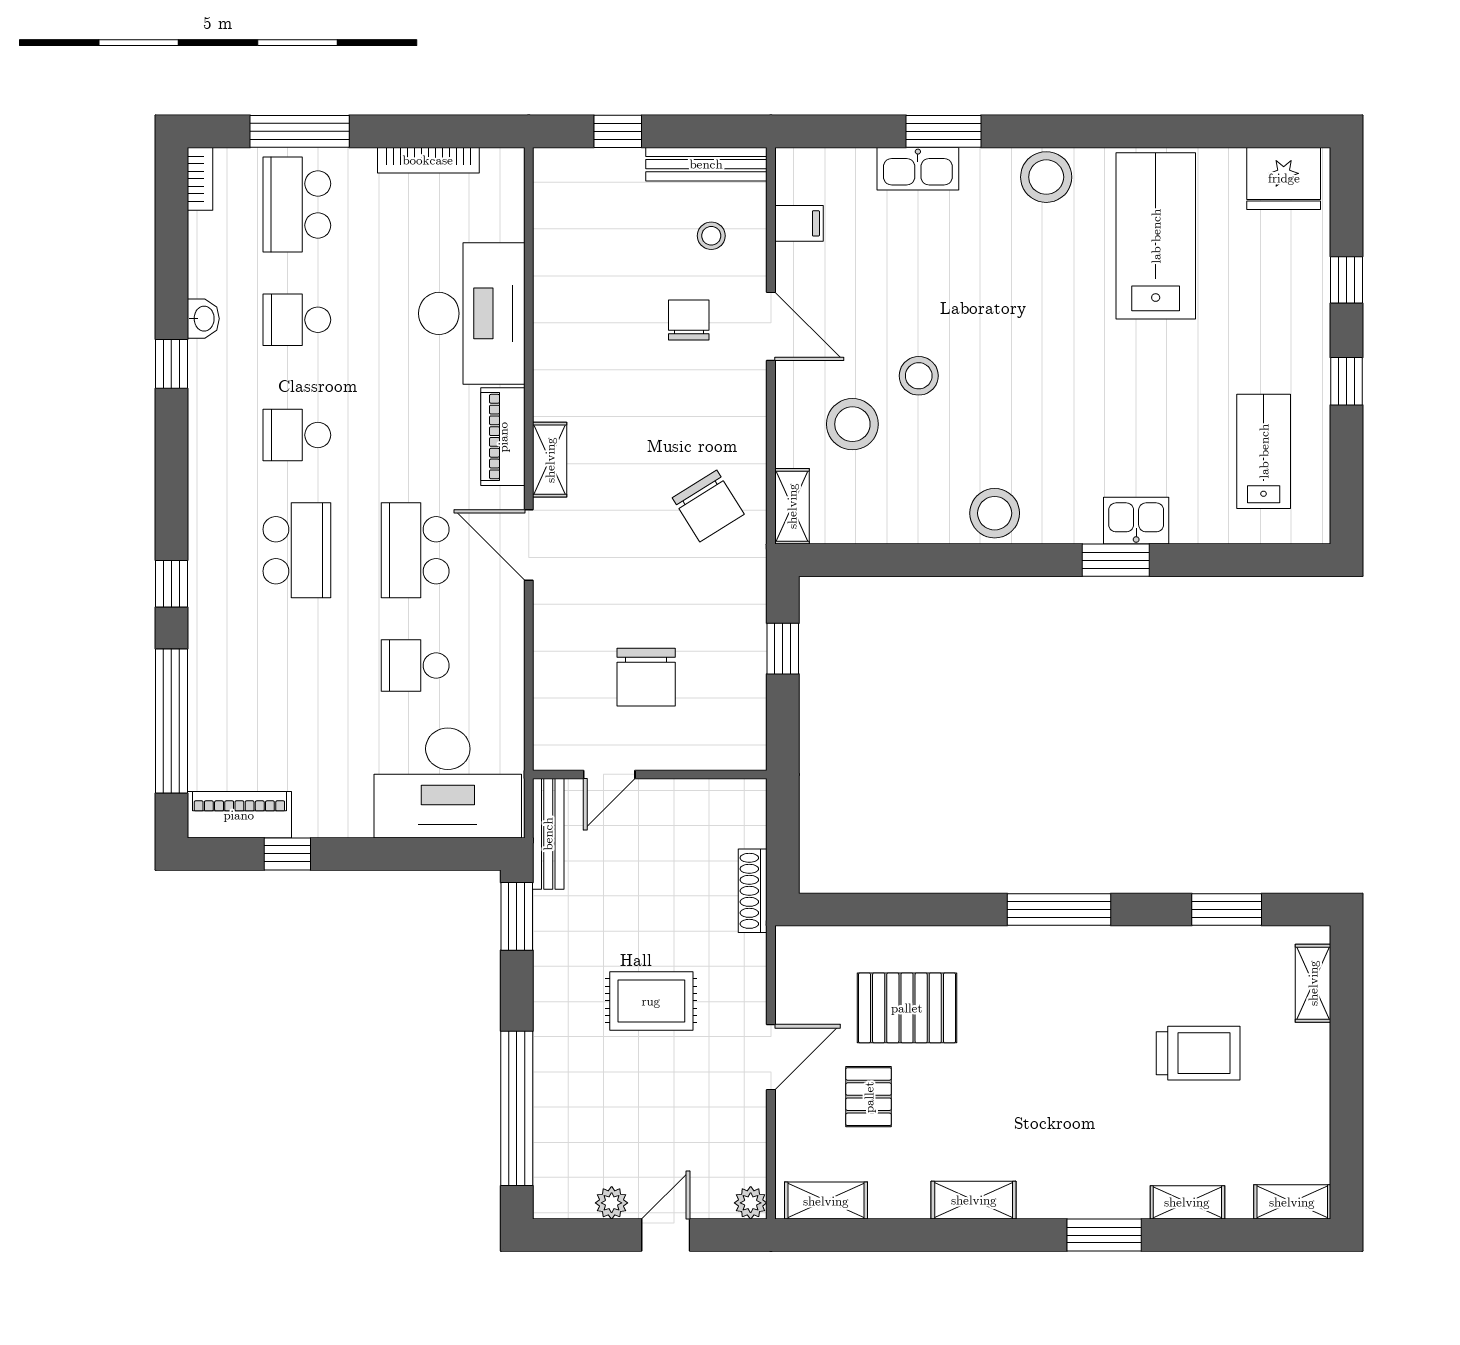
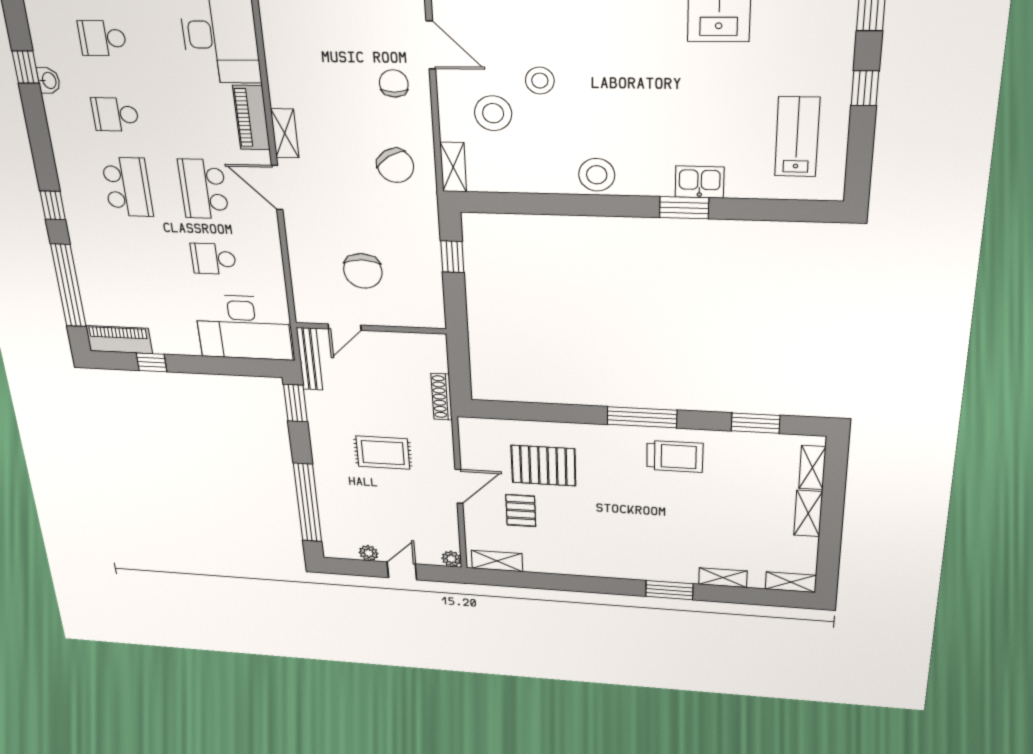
washbasin: (203, 319) -> (49, 80), moved
chair: (689, 320) -> (394, 83), moved
trolley: (1198, 1053) -> (675, 456), moved
shelving: (974, 1200) -> (808, 513), moved, turned 90

